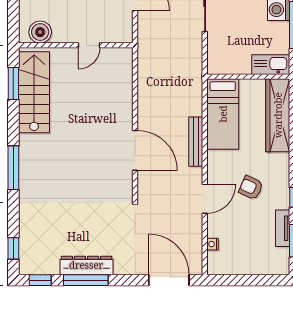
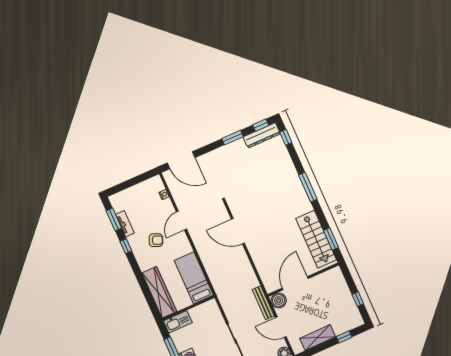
boiler: (40, 32) -> (279, 300), moved
door: (89, 45) -> (295, 283), width x1.87
bench: (196, 142) -> (263, 303), moved
dresser: (86, 265) -> (262, 135), moved
window: (86, 280) -> (232, 138), width x0.69

